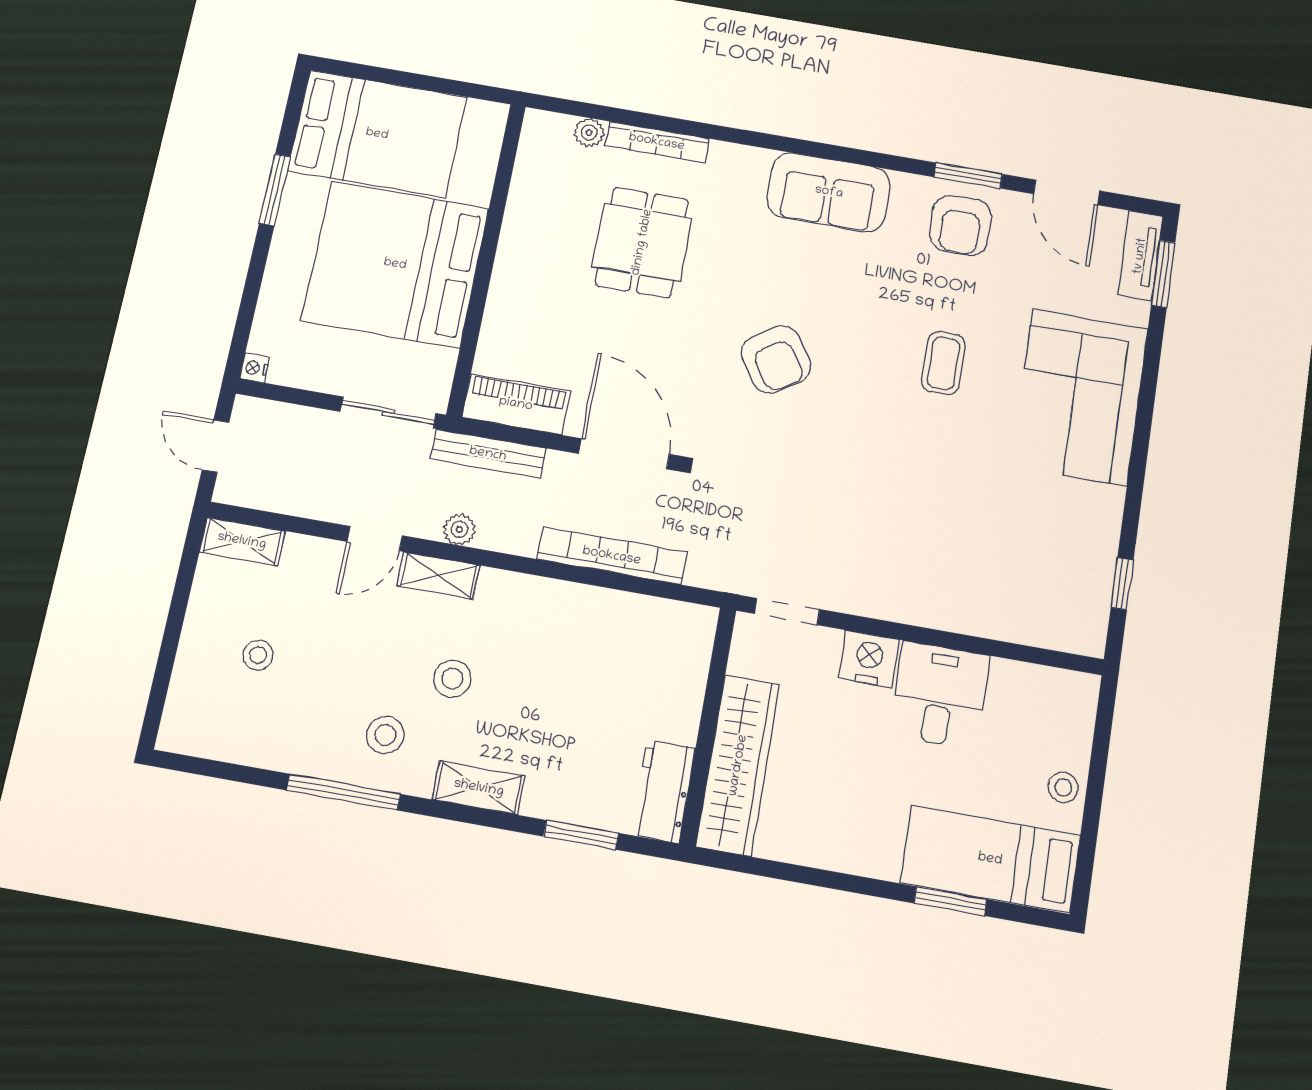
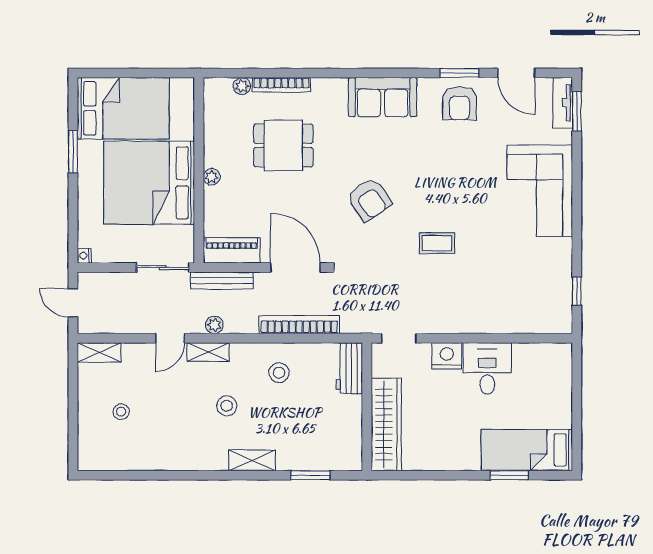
dining table: (642, 242) -> (283, 145), turned 90
plant: (506, 273) -> (212, 177), added
coffee table: (943, 363) -> (437, 243), moved, turned 90
stool: (385, 735) -> (279, 373), moved
stool: (1063, 787) -> (560, 406), removed
window: (343, 792) -> (182, 475), removed
workbench: (663, 792) -> (349, 368), moved

